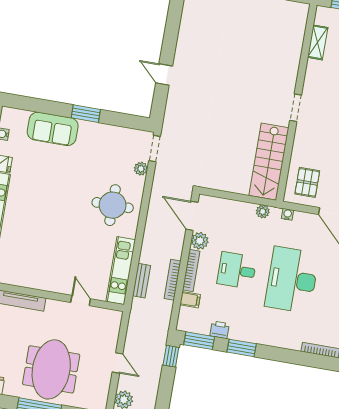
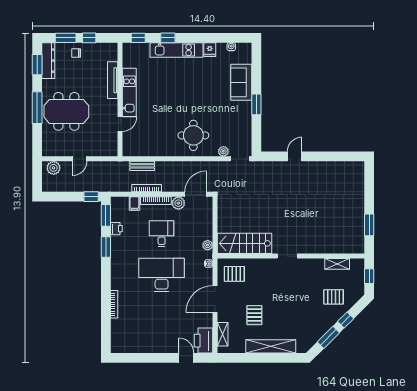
kitchen unit: (121, 271) -> (129, 93), moved, turned 90

